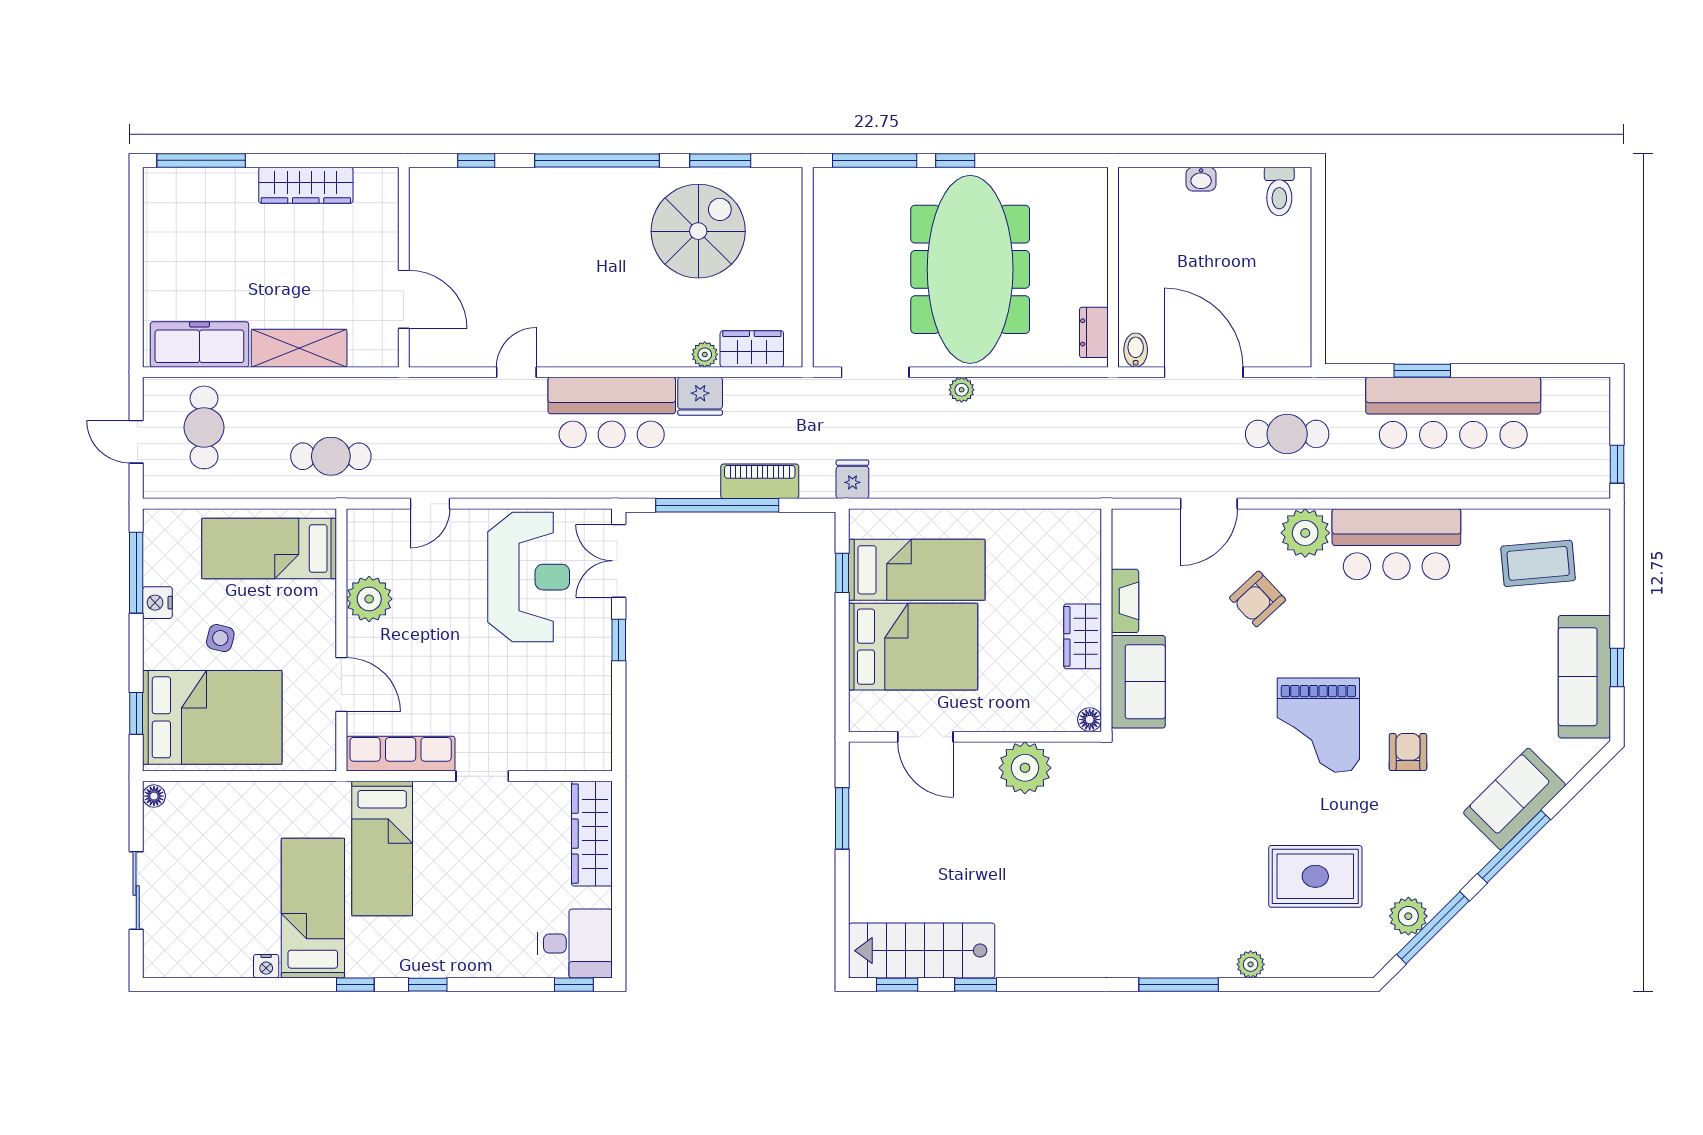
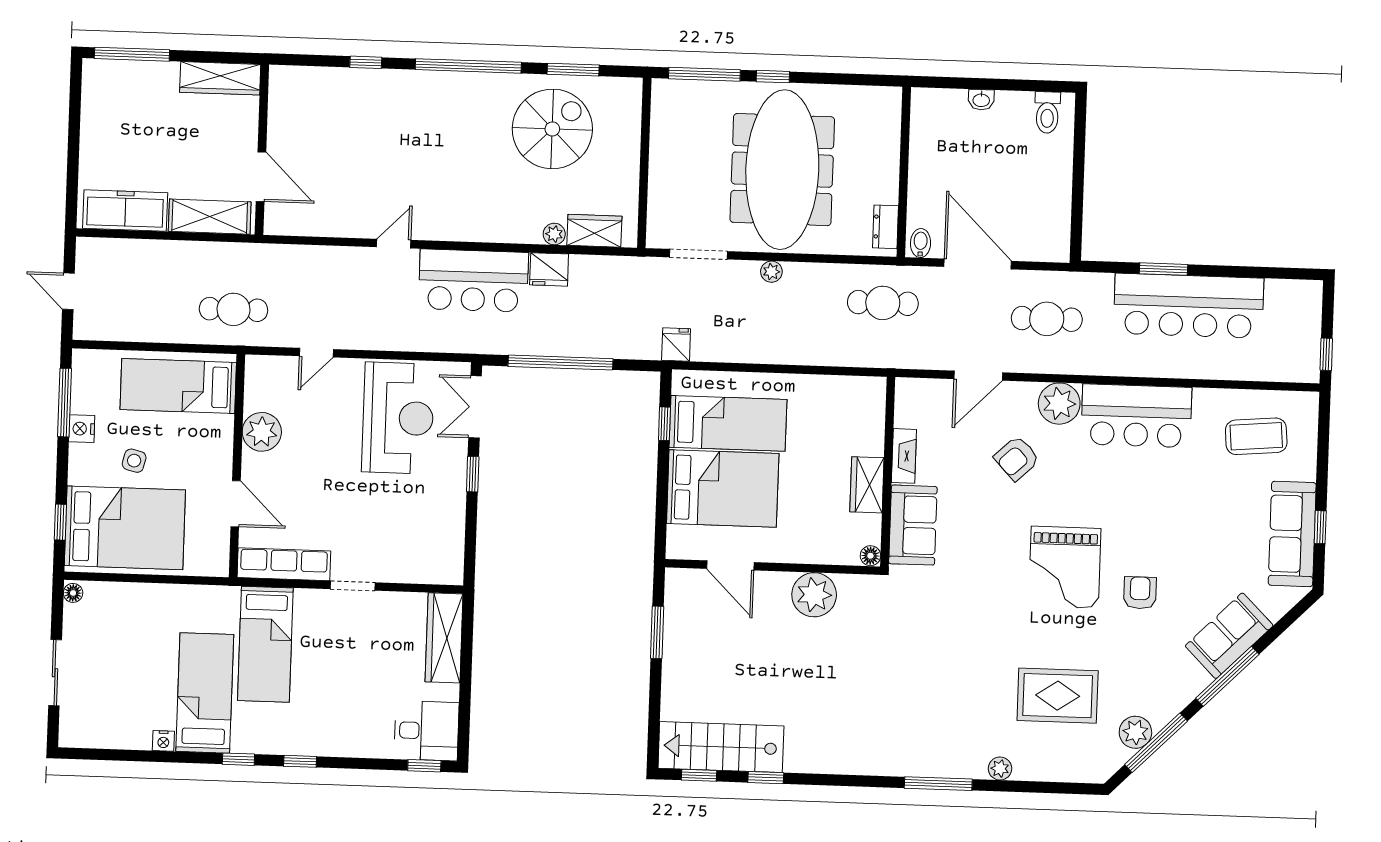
wall: (404, 267) -> (262, 150), moved
door: (404, 299) -> (261, 177), moved
cafe table: (204, 427) -> (883, 303), moved, turned 90
piano: (760, 481) -> (597, 343), removed

